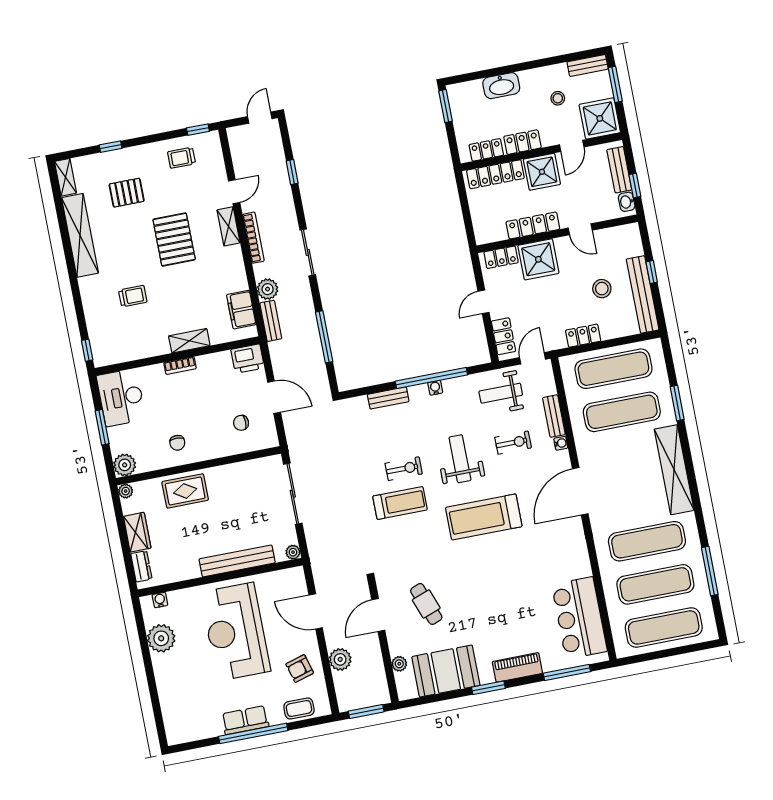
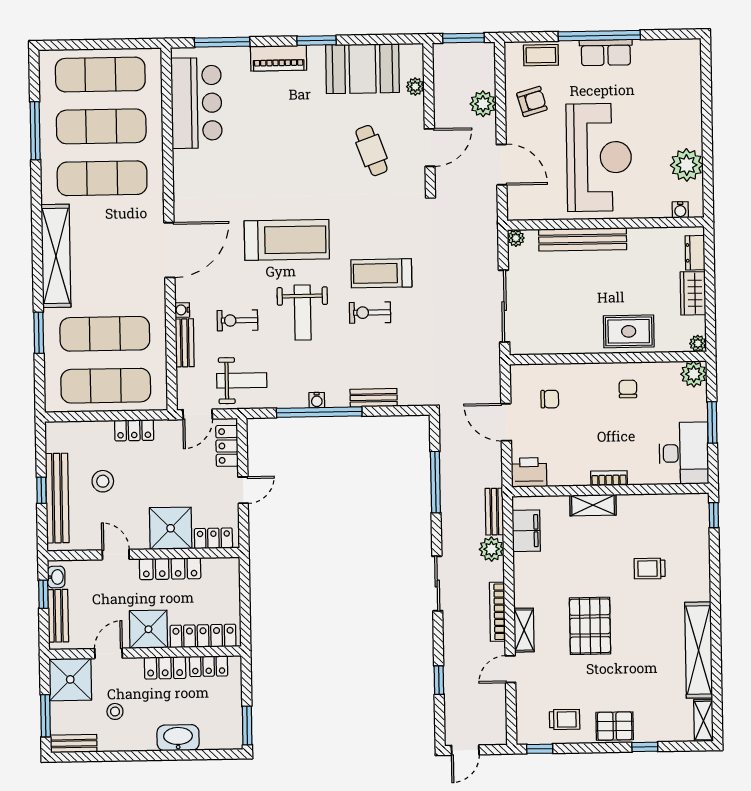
pallet: (127, 193) -> (615, 726), moved
bench: (643, 294) -> (57, 498), moved

